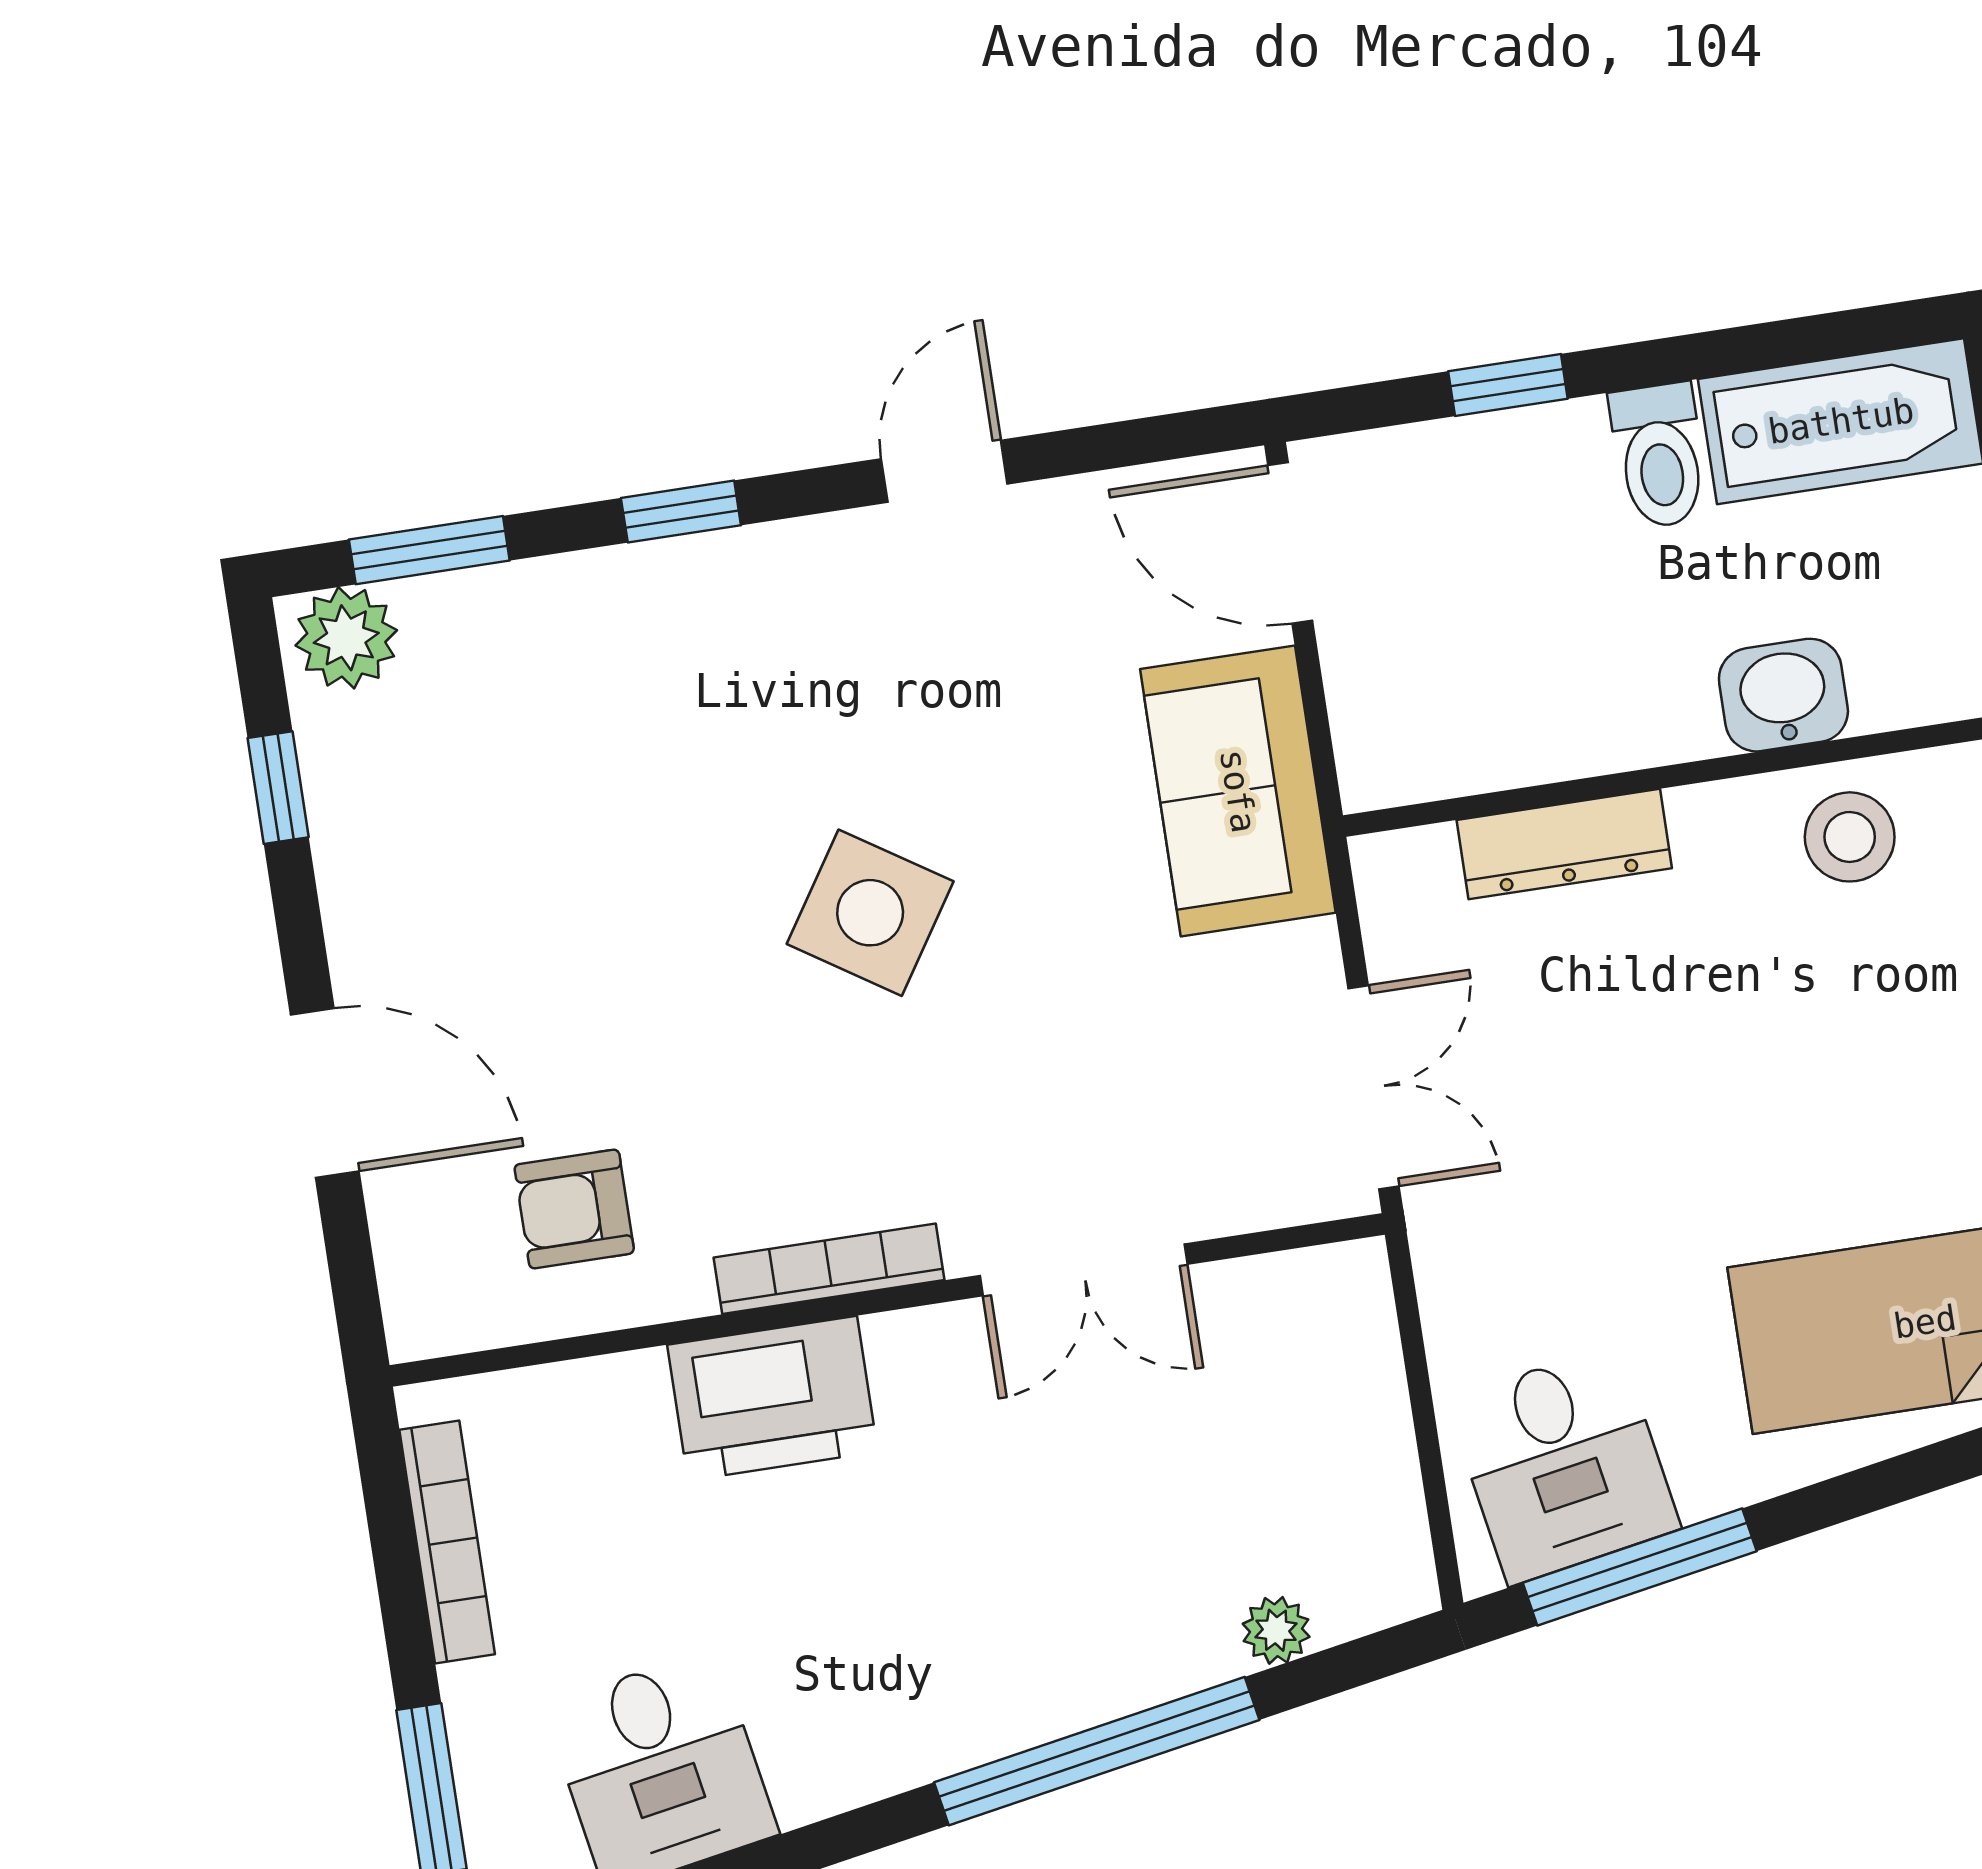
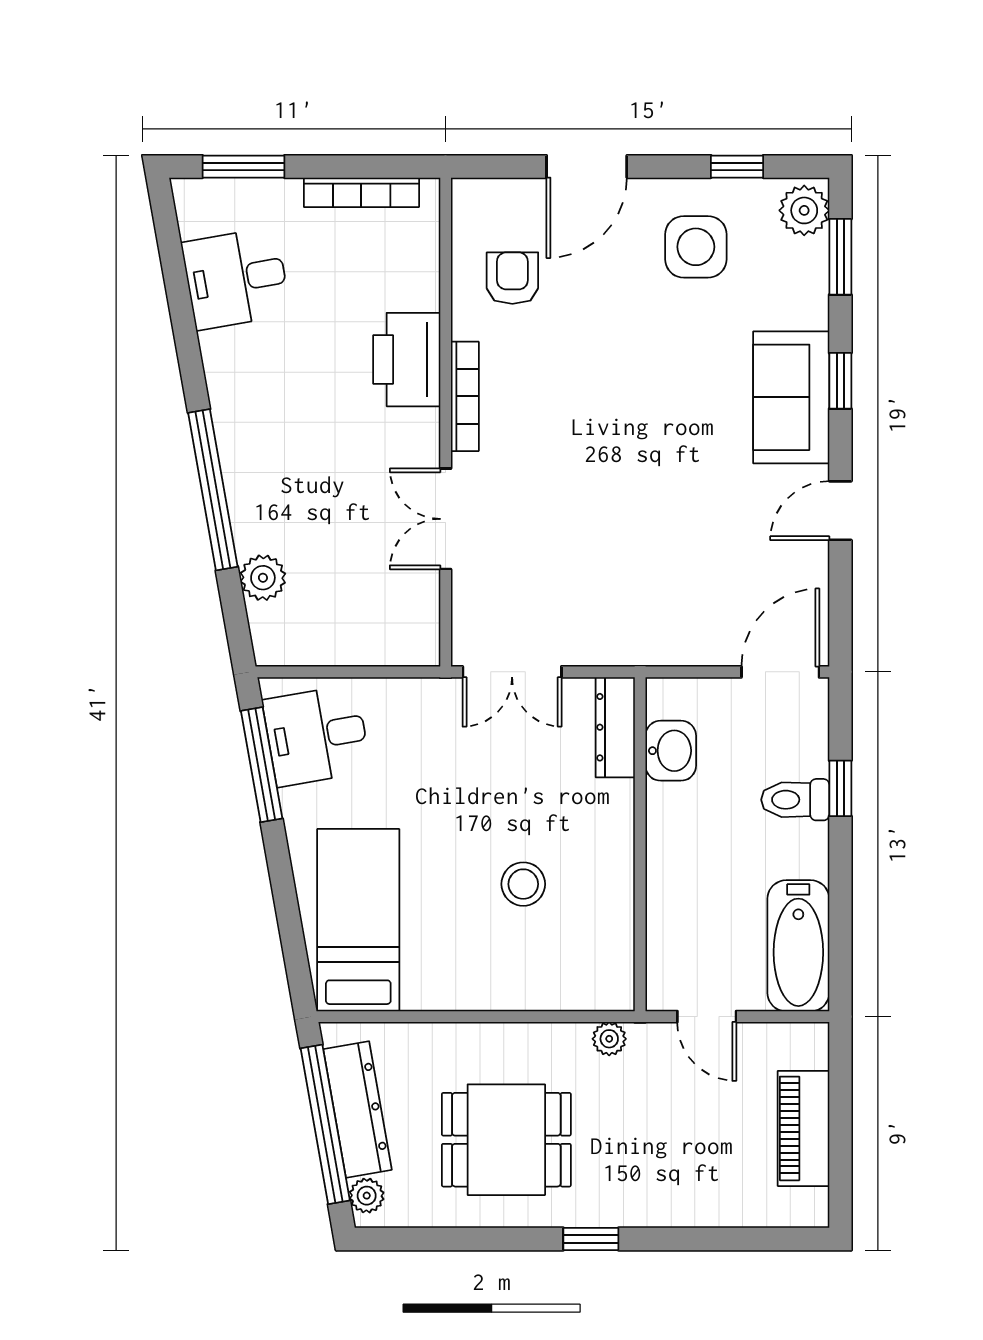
toilet: (1659, 456) -> (795, 800), moved
door: (944, 471) -> (840, 511), swing flipped
washbasin: (1783, 695) -> (671, 751), moved
sofa: (1238, 791) -> (791, 397), moved, turned -90
stool: (1850, 837) -> (523, 884), moved
dresser: (1564, 844) -> (615, 727), moved
side table: (870, 913) -> (696, 247), moved, turned -33
plant: (1276, 1630) -> (263, 578), width x1.38, depth x1.38

